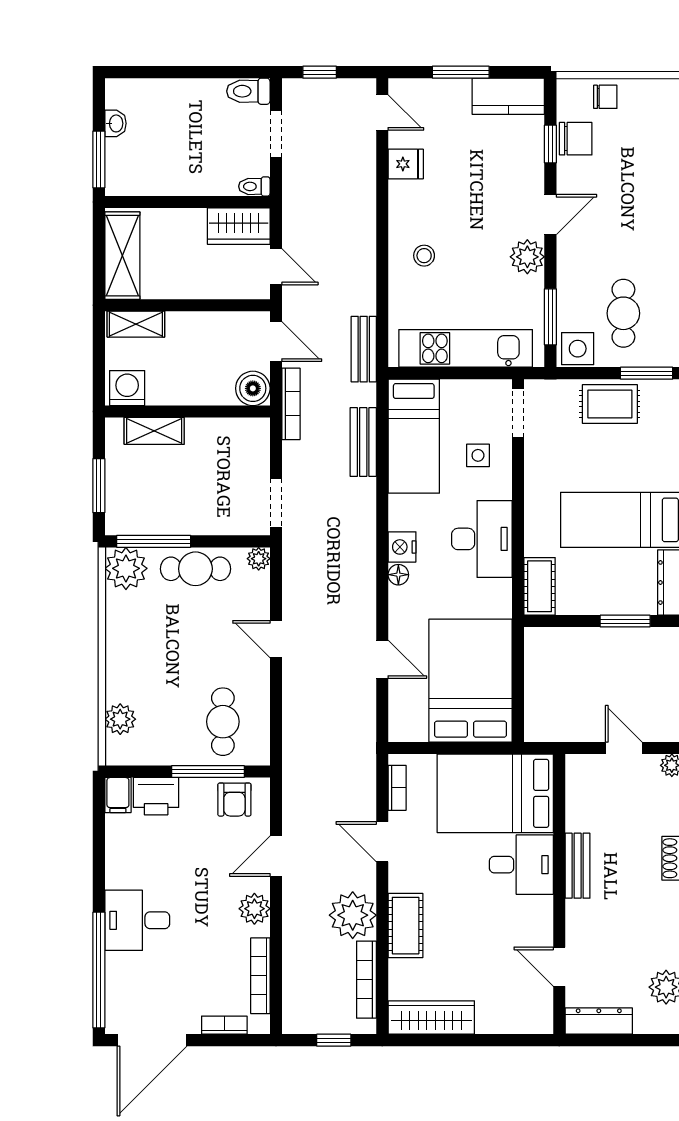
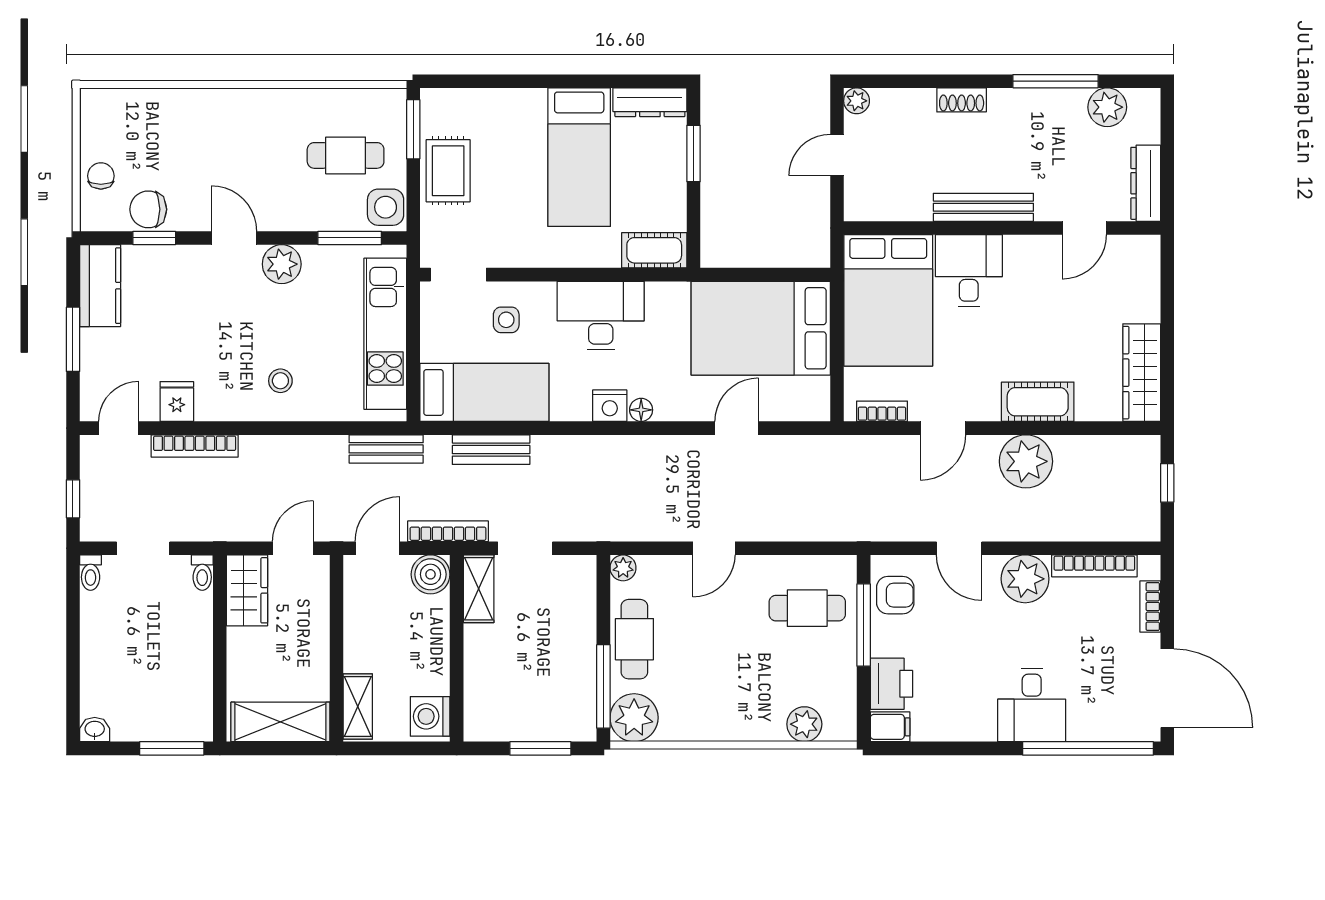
toilet: (248, 91) -> (91, 573), width x0.73, depth x0.72
washbasin: (115, 123) -> (95, 730), moved
chair: (576, 139) -> (148, 209), turned -90
shelving: (154, 431) -> (479, 589), moved
doorway: (276, 503) -> (525, 548), moved
bench: (578, 866) -> (983, 207), width x1.36
plant: (254, 909) -> (1025, 579), width x1.36, depth x1.36
bookcase: (366, 980) -> (195, 446), moved

